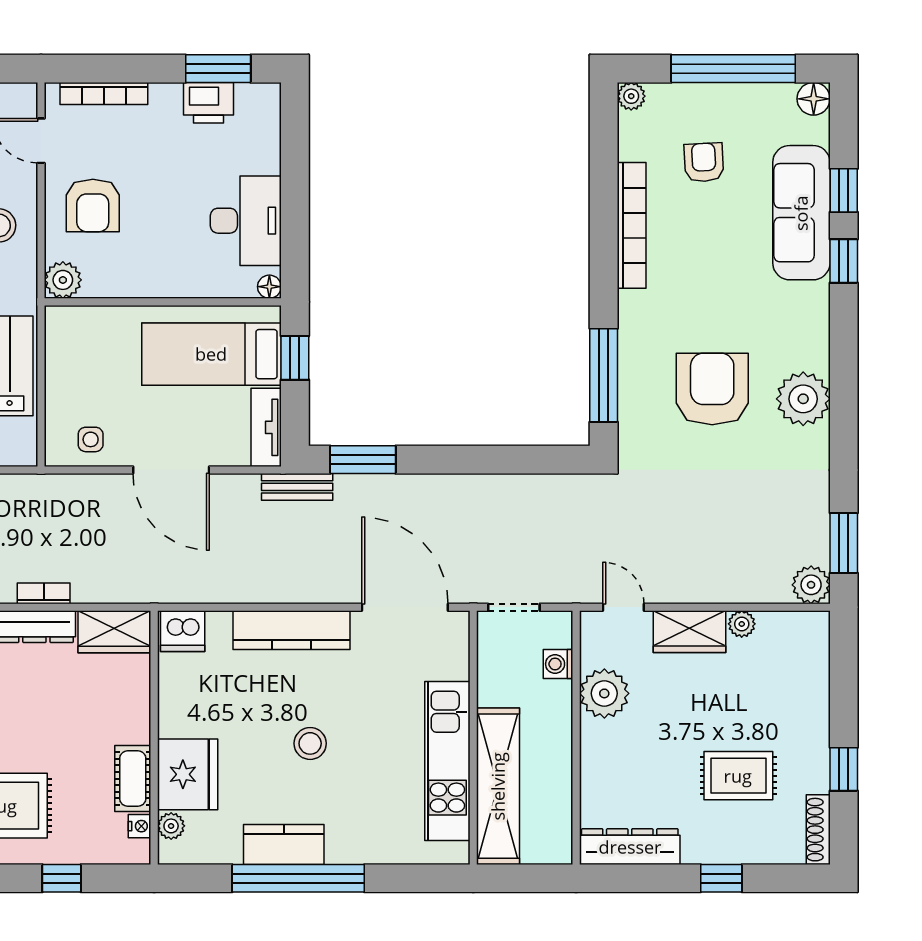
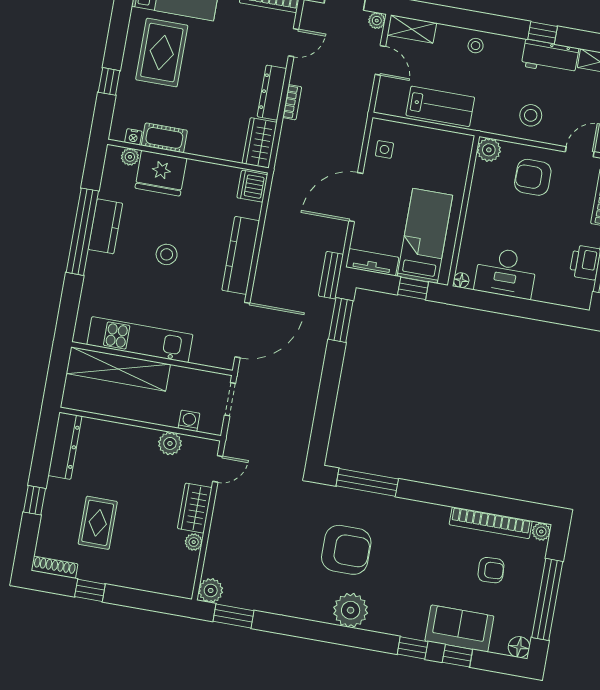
sofa: (801, 213) -> (459, 628), width x0.73
bookcase: (632, 225) -> (491, 523), moved
plant: (803, 399) -> (351, 610), moved
plant: (604, 693) -> (170, 443), width x0.73, depth x0.73

